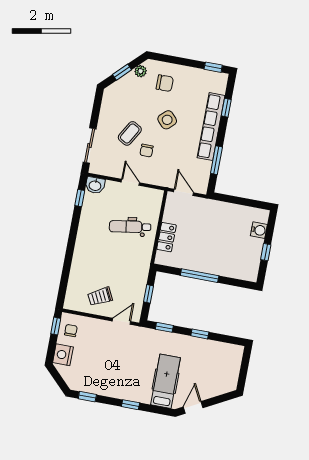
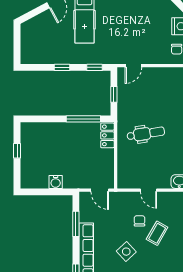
dental chair: (130, 227) -> (146, 134), moved
water cooler: (259, 230) -> (56, 182), moved, turned -90
locker: (166, 237) -> (107, 135), moved
window: (200, 276) -> (83, 119), moved
trolley: (100, 297) -> (156, 84), removed

